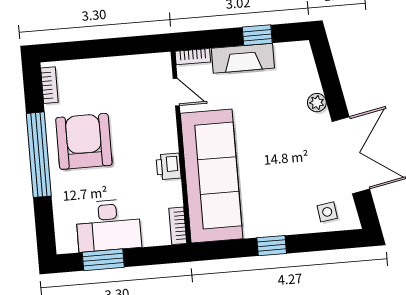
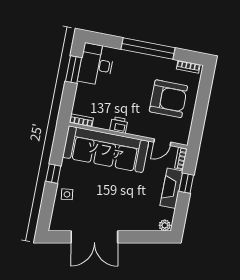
window: (257, 35) -> (186, 183), moved
plant: (317, 103) -> (165, 225), moved
armchair: (84, 141) -> (168, 99), moved
side table: (327, 212) -> (67, 194), moved
desk: (108, 225) -> (96, 65), moved

